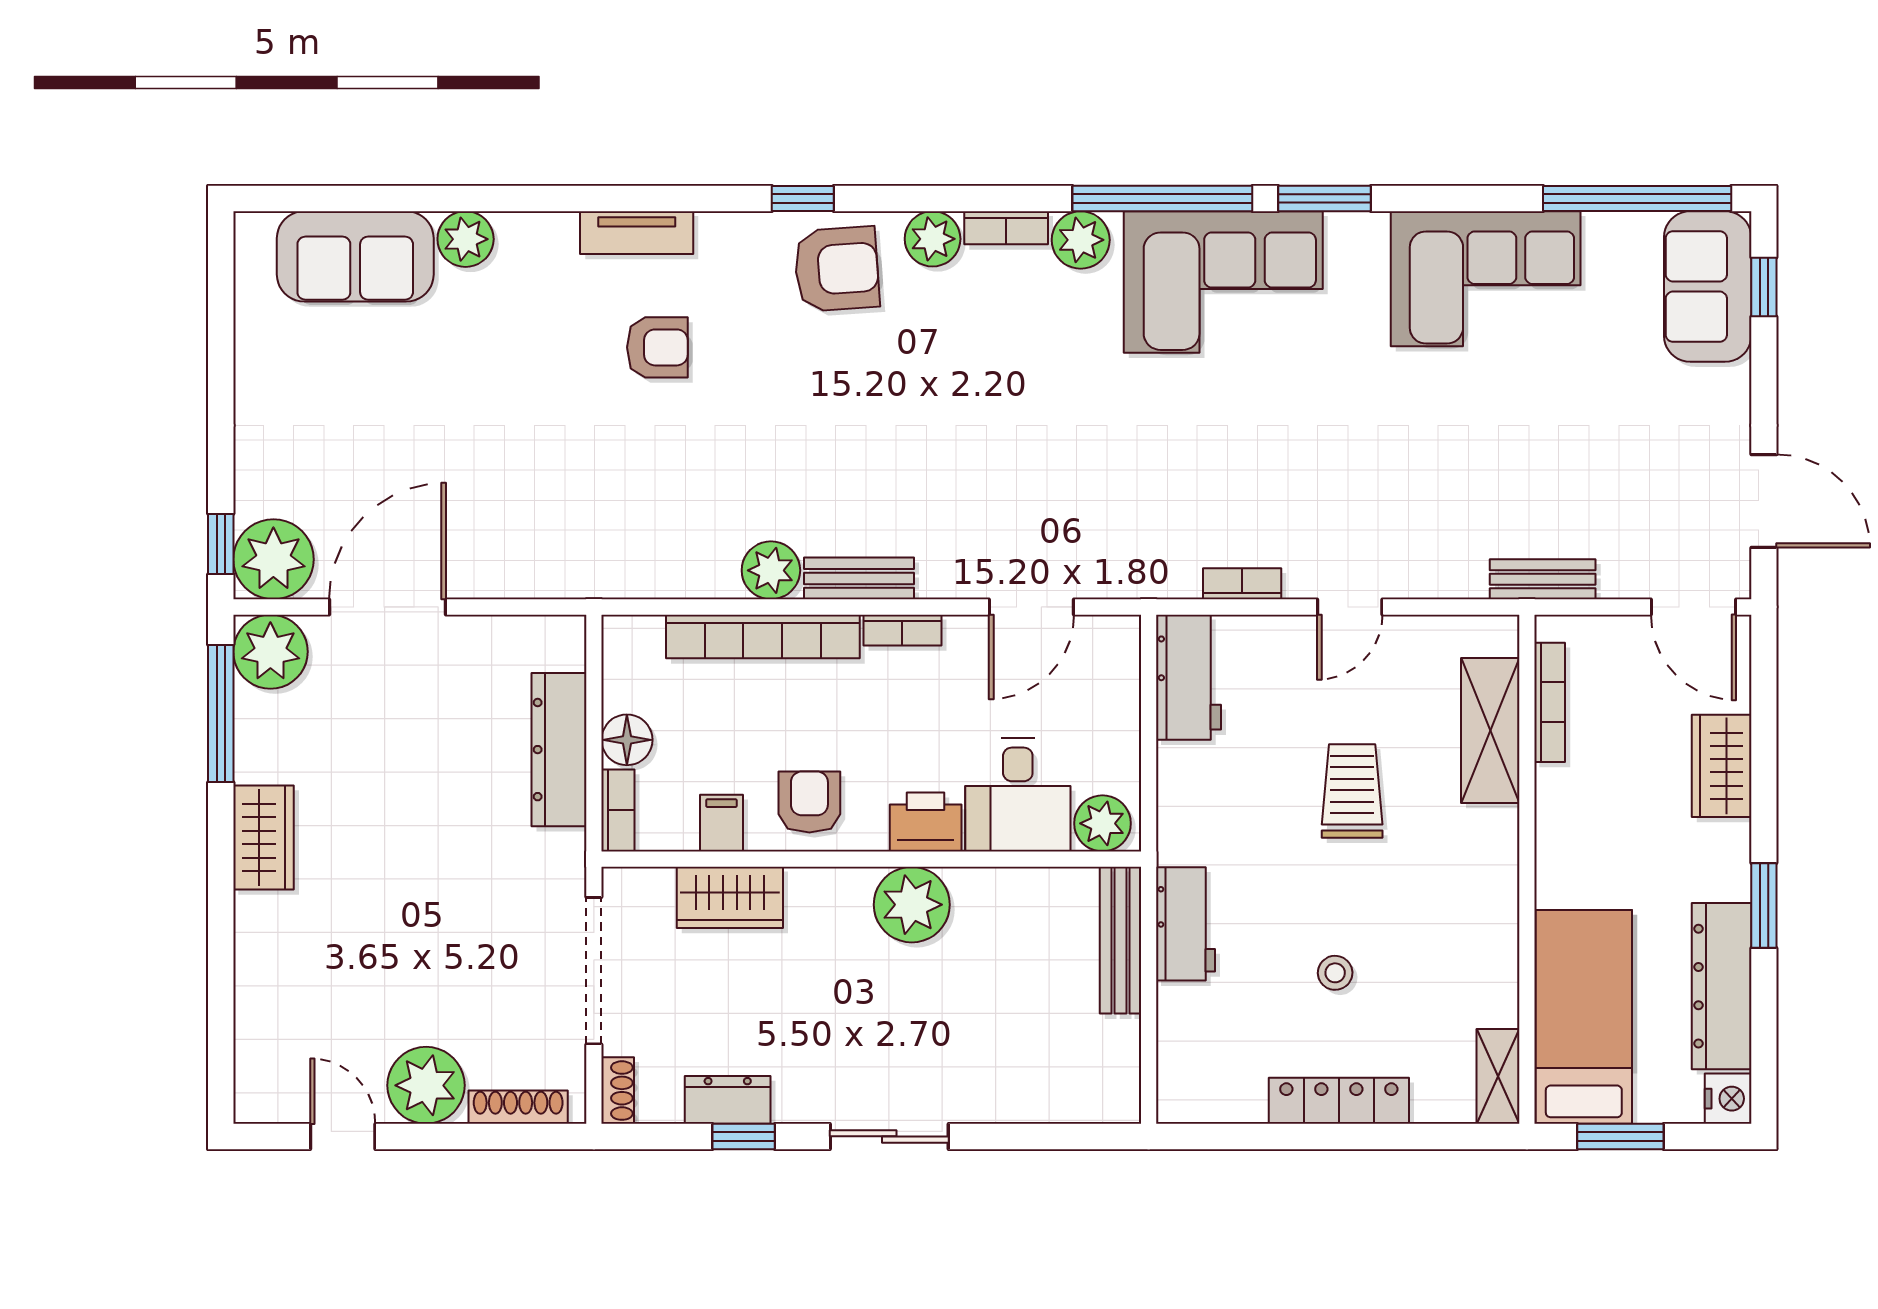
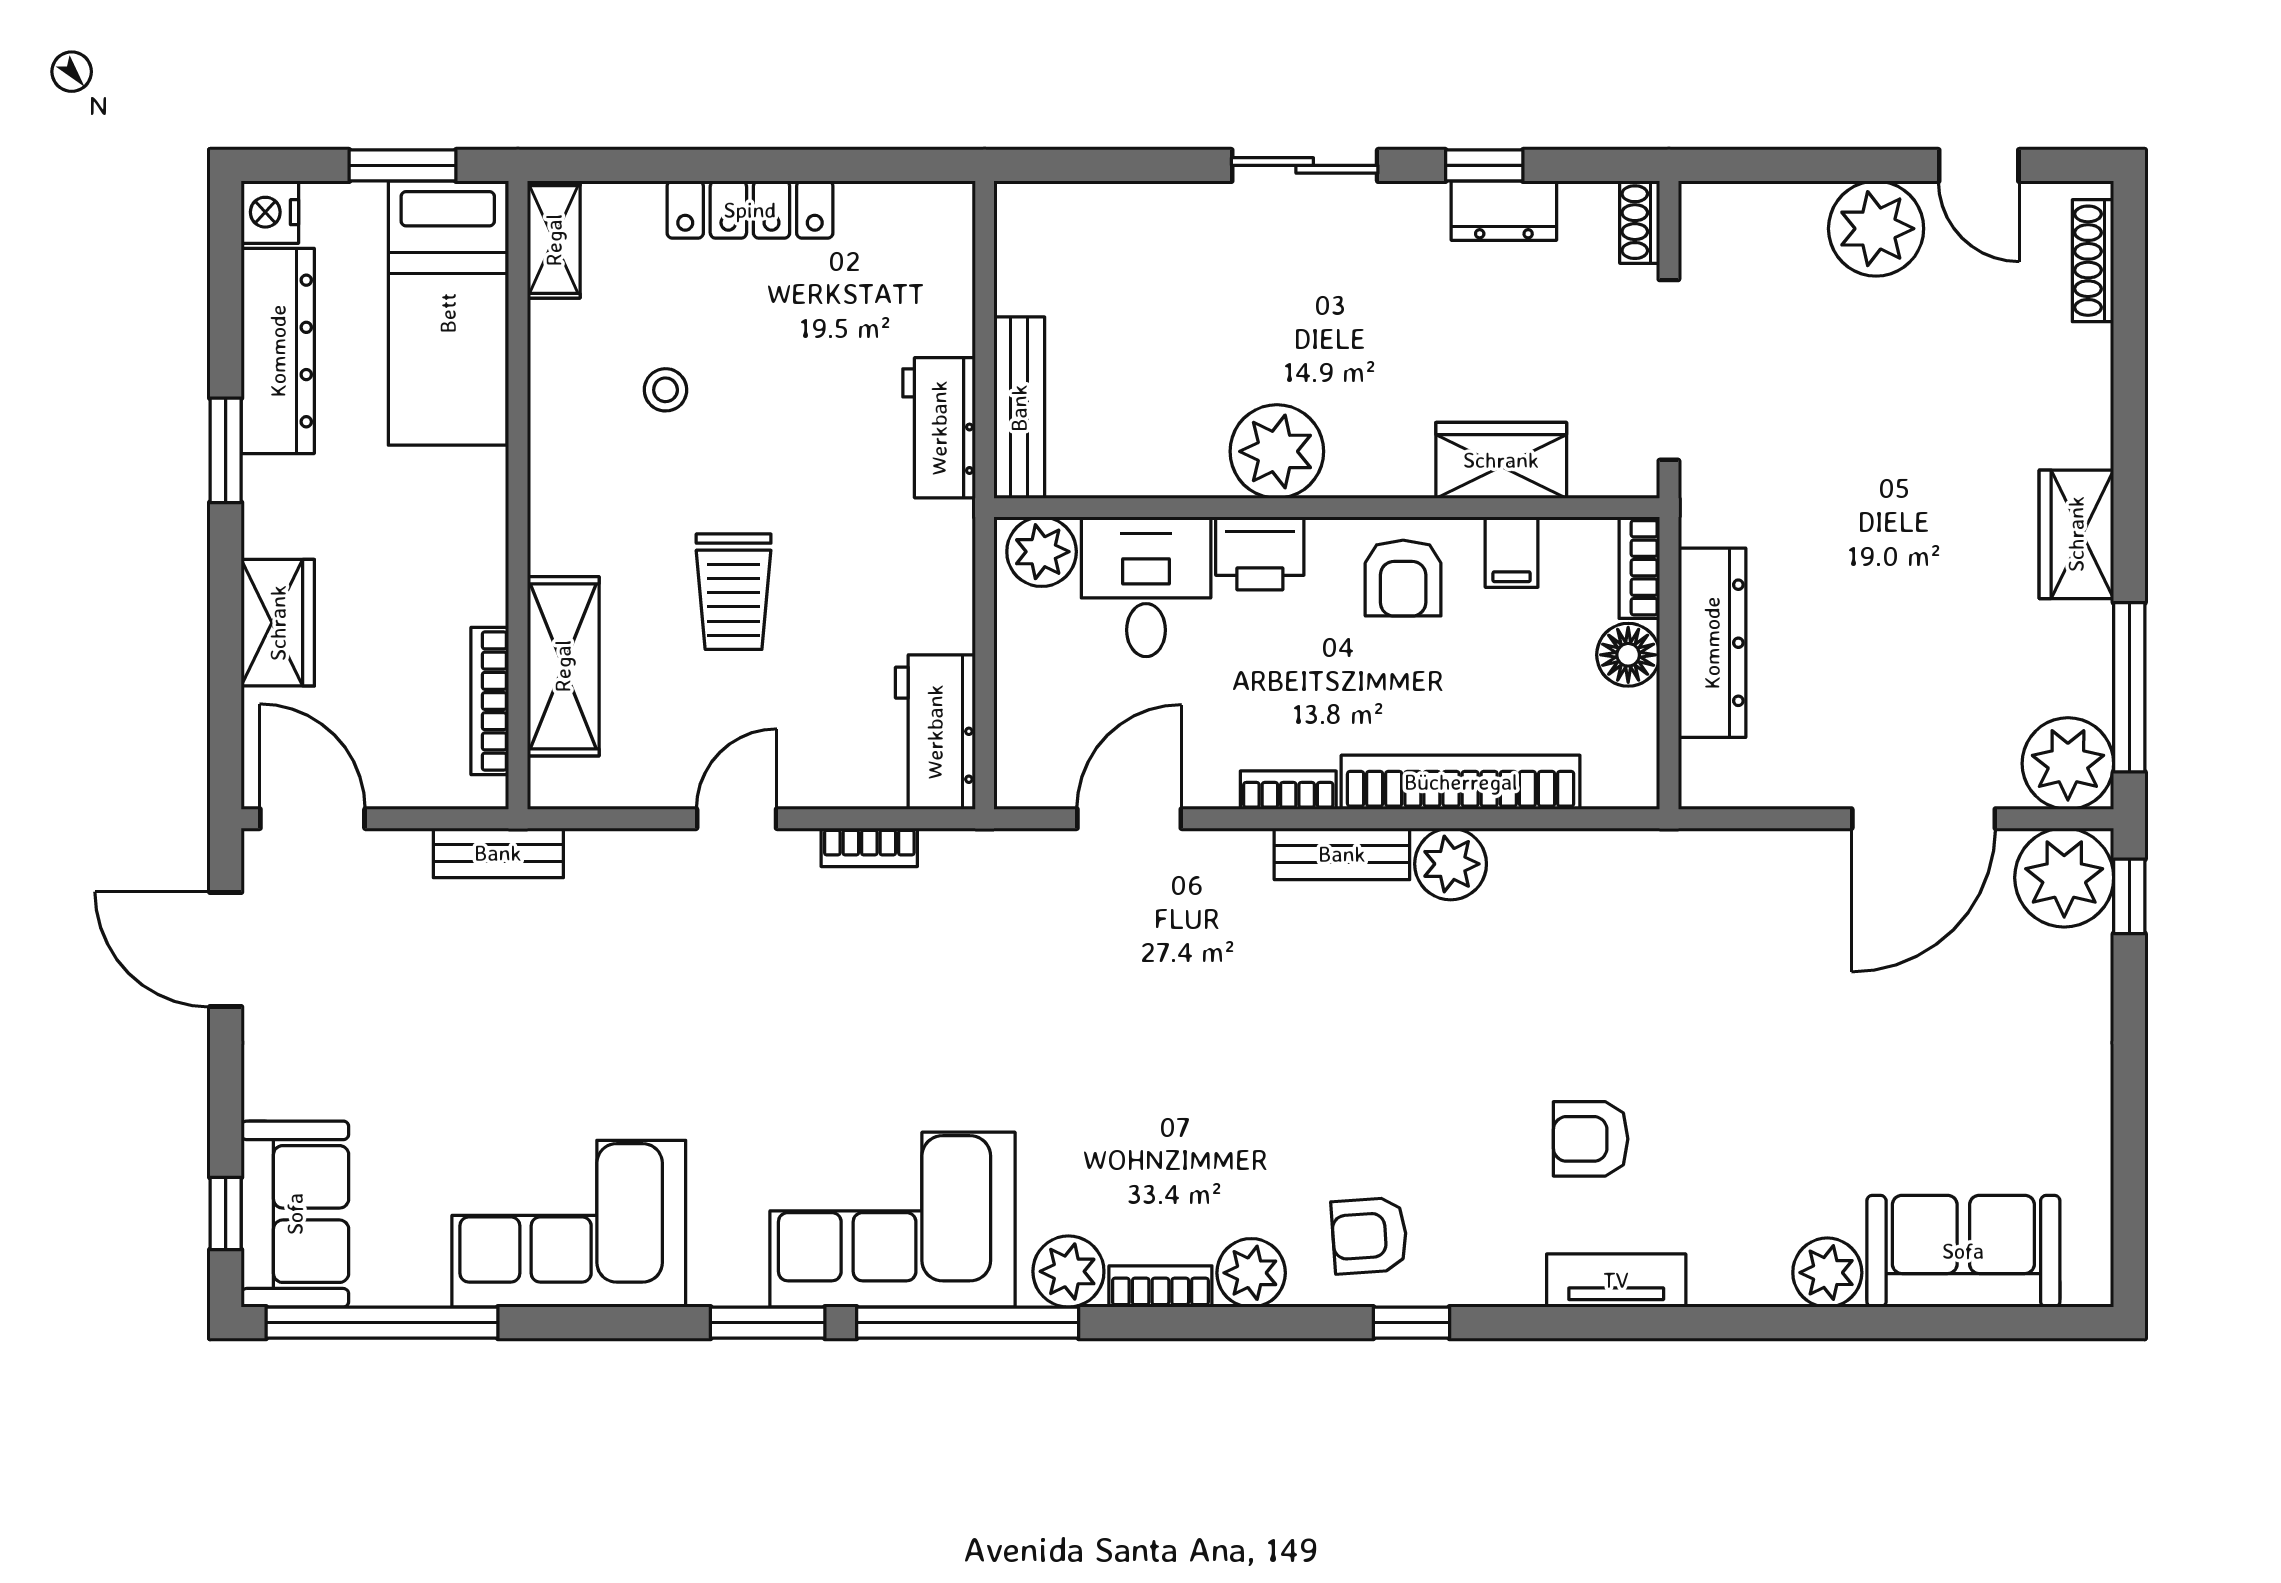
armchair: (837, 269) -> (1369, 1236), width x0.72, depth x0.72
stool: (1335, 973) -> (666, 390), moved
shoe rack: (518, 1107) -> (2093, 261), moved, turned 90

